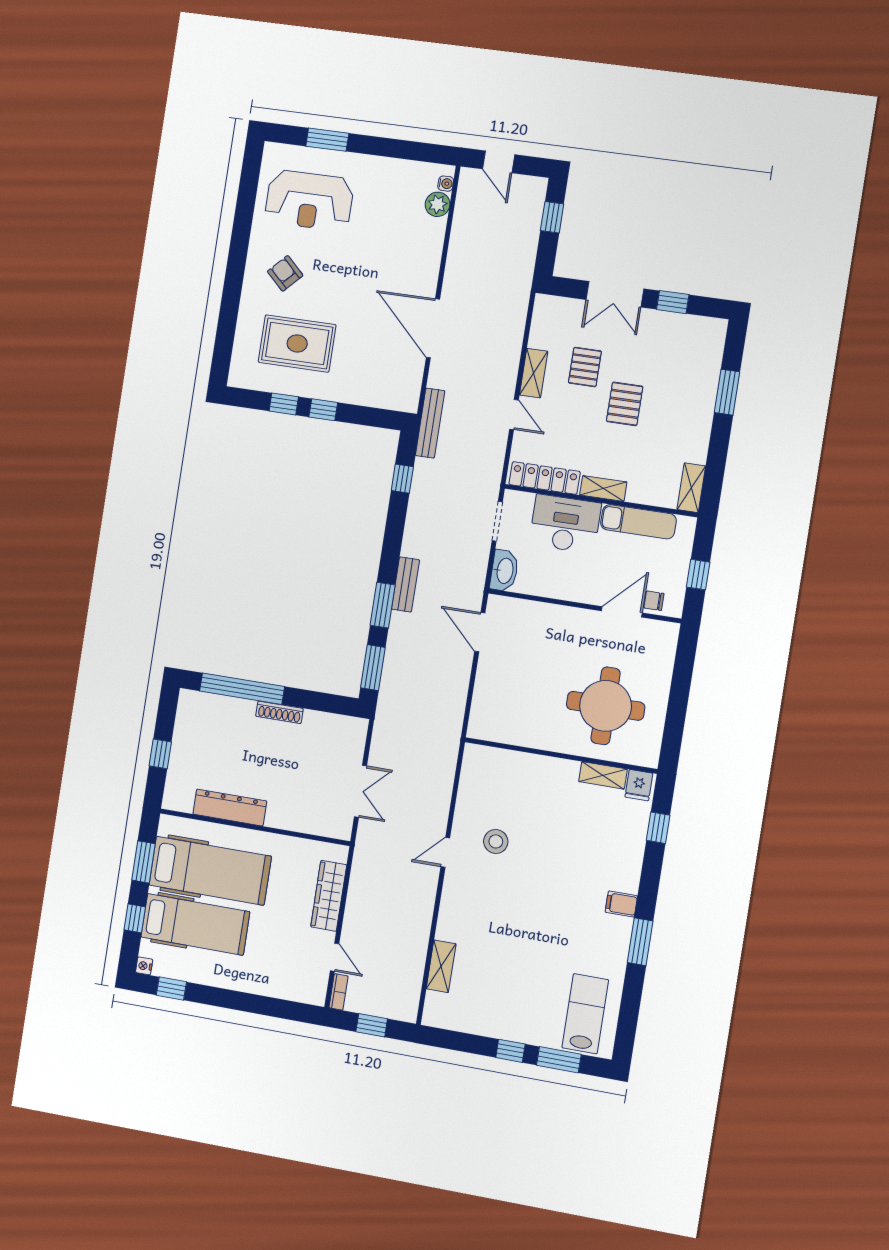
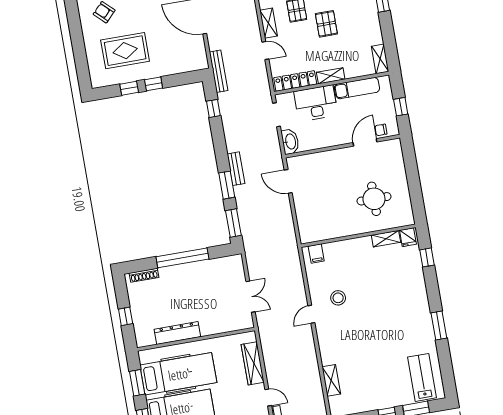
window: (242, 689) -> (182, 258), moved
round table: (606, 706) -> (374, 199), width x0.73, depth x0.73
shoe rack: (279, 712) -> (144, 275), moved
filing cabinet: (621, 904) -> (316, 254), moved, turned -90

